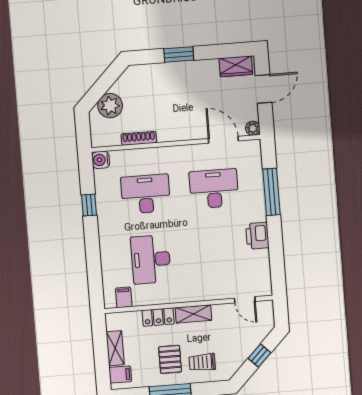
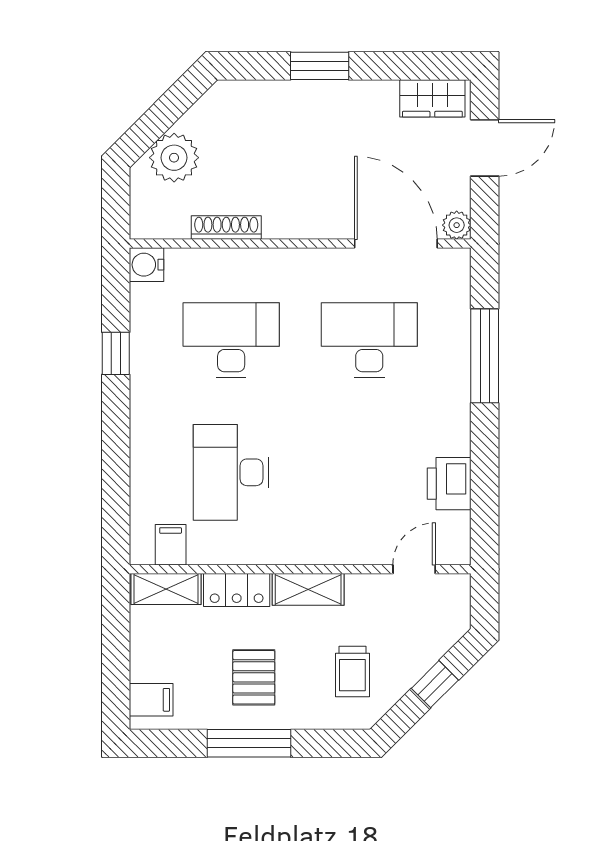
door: (223, 140) -> (396, 243), width x1.36
printer: (257, 236) -> (449, 484), moved
door: (245, 300) -> (414, 569), swing flipped
shelving: (115, 348) -> (166, 589), moved, turned 90
trolley: (202, 362) -> (352, 671), moved, turned -90

